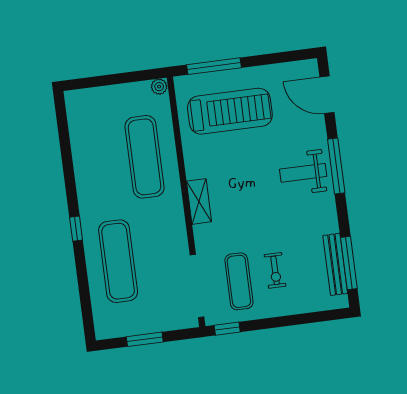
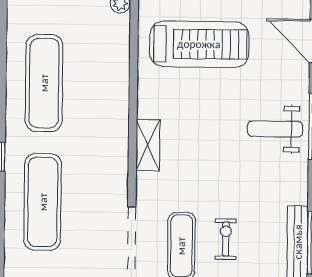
exercise mat: (145, 157) -> (44, 83), moved
exercise bike: (275, 270) -> (226, 239), turned 180

